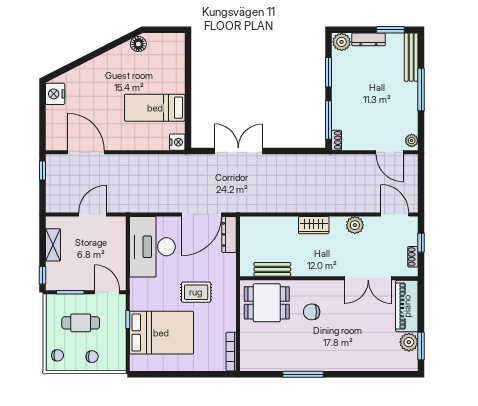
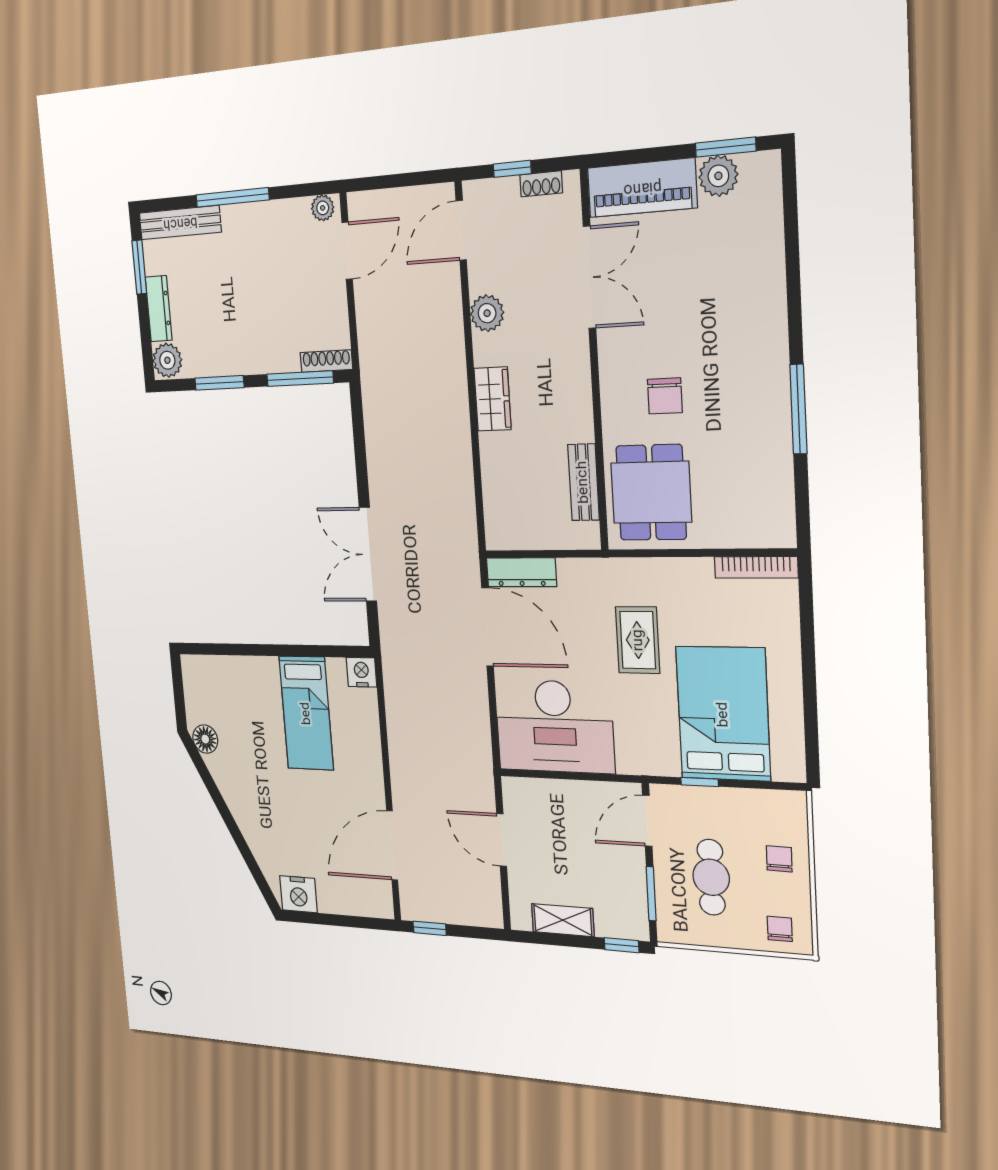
shoe rack: (336, 140) -> (326, 361), width x1.43

